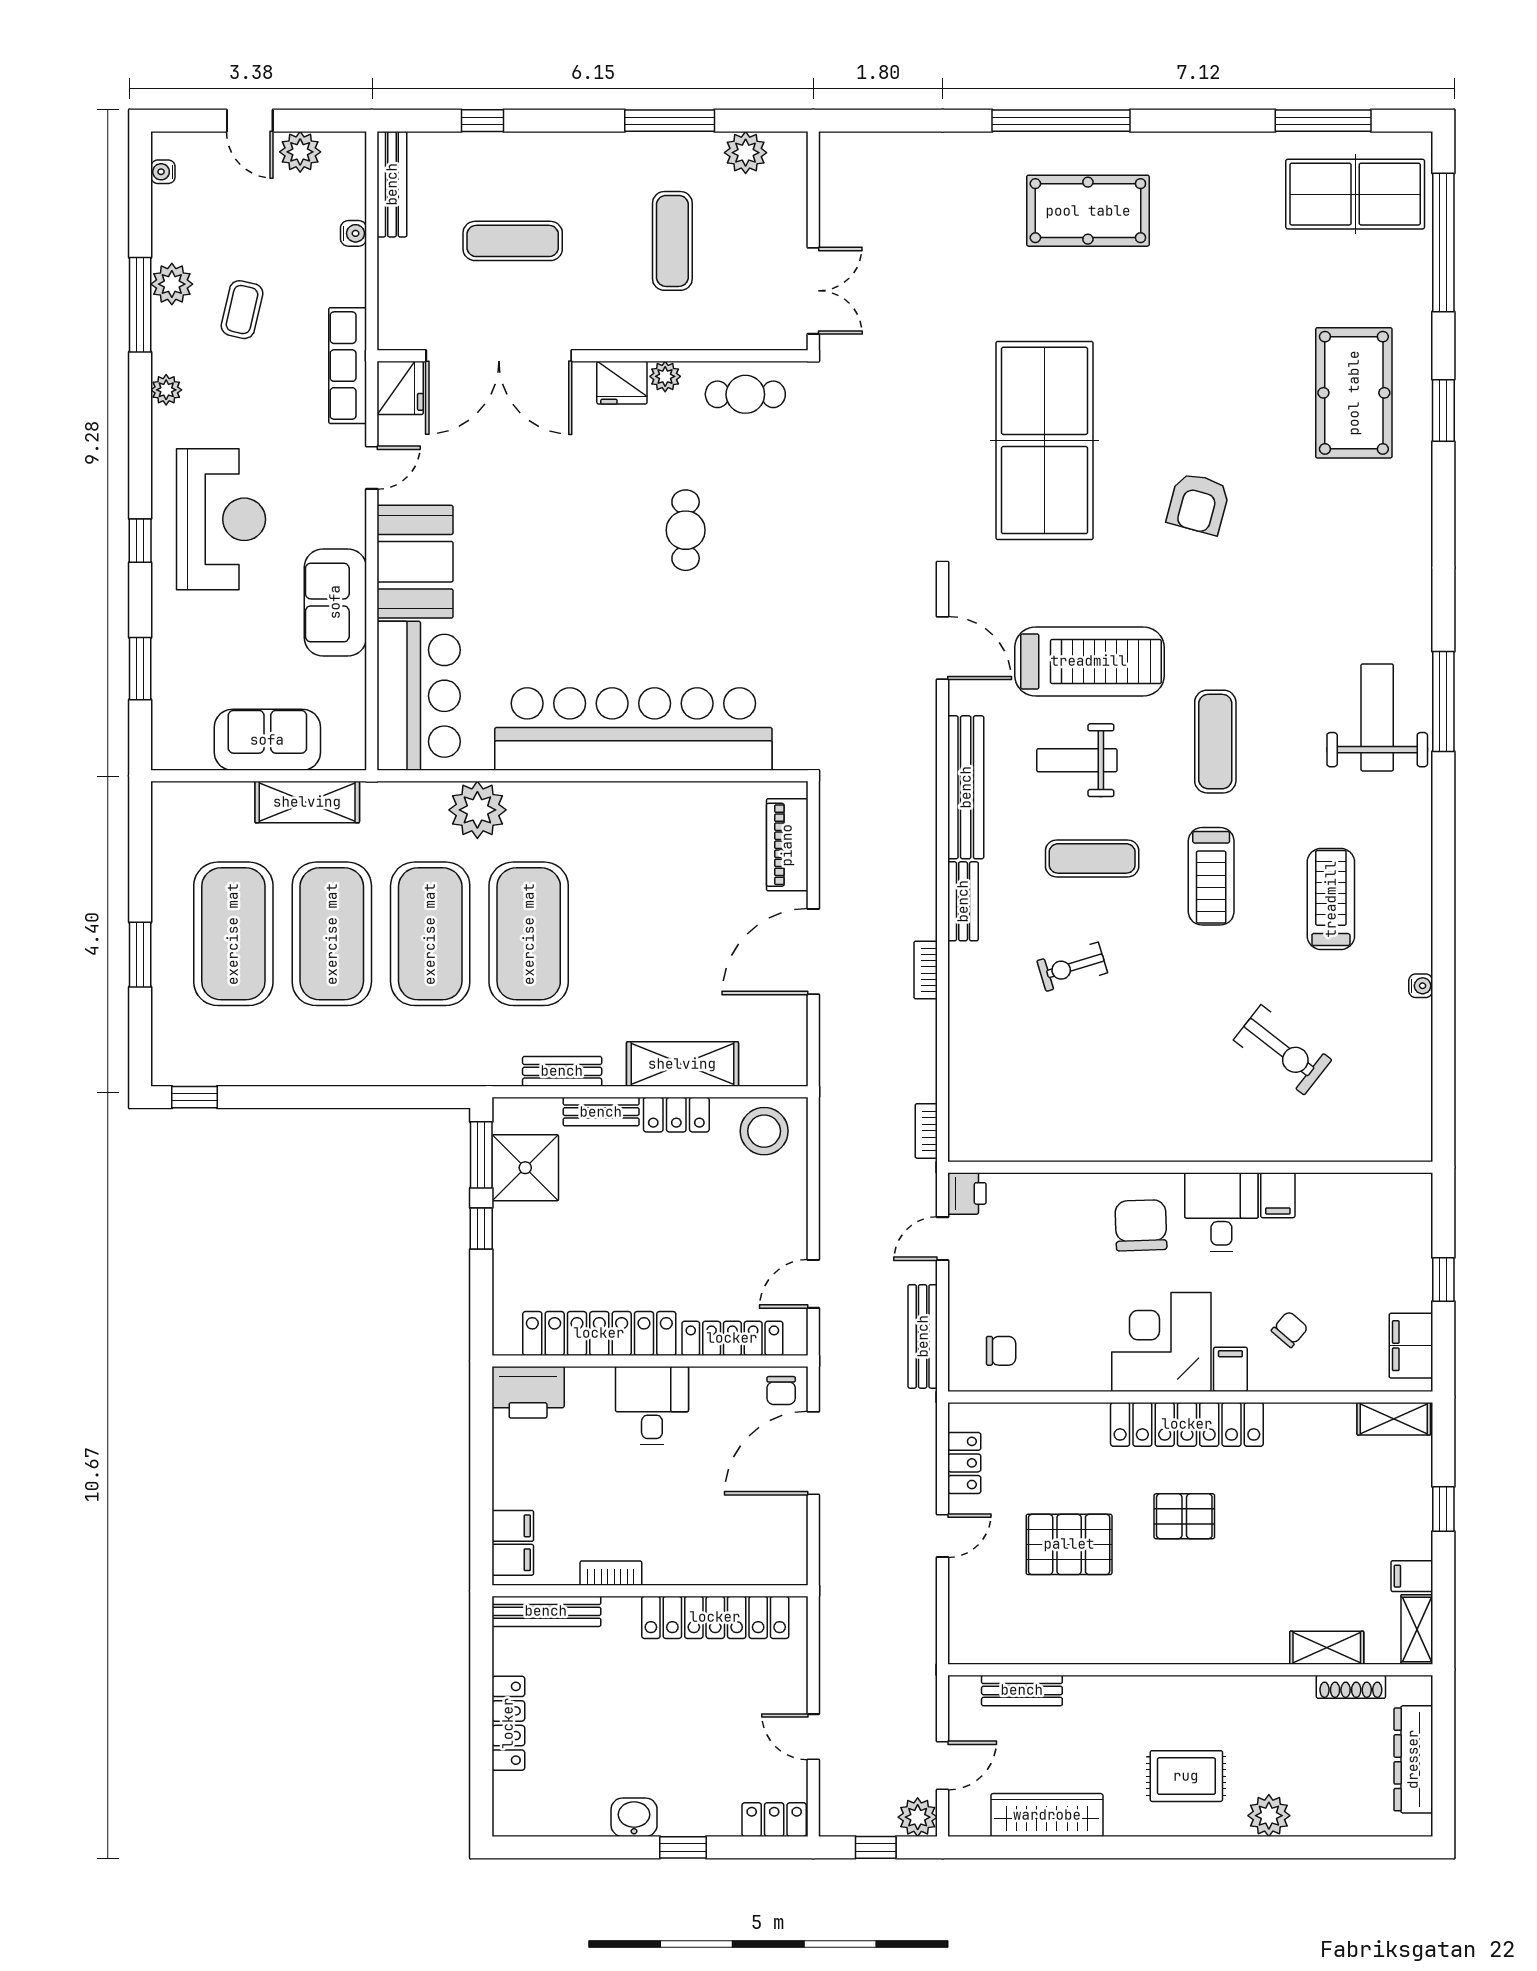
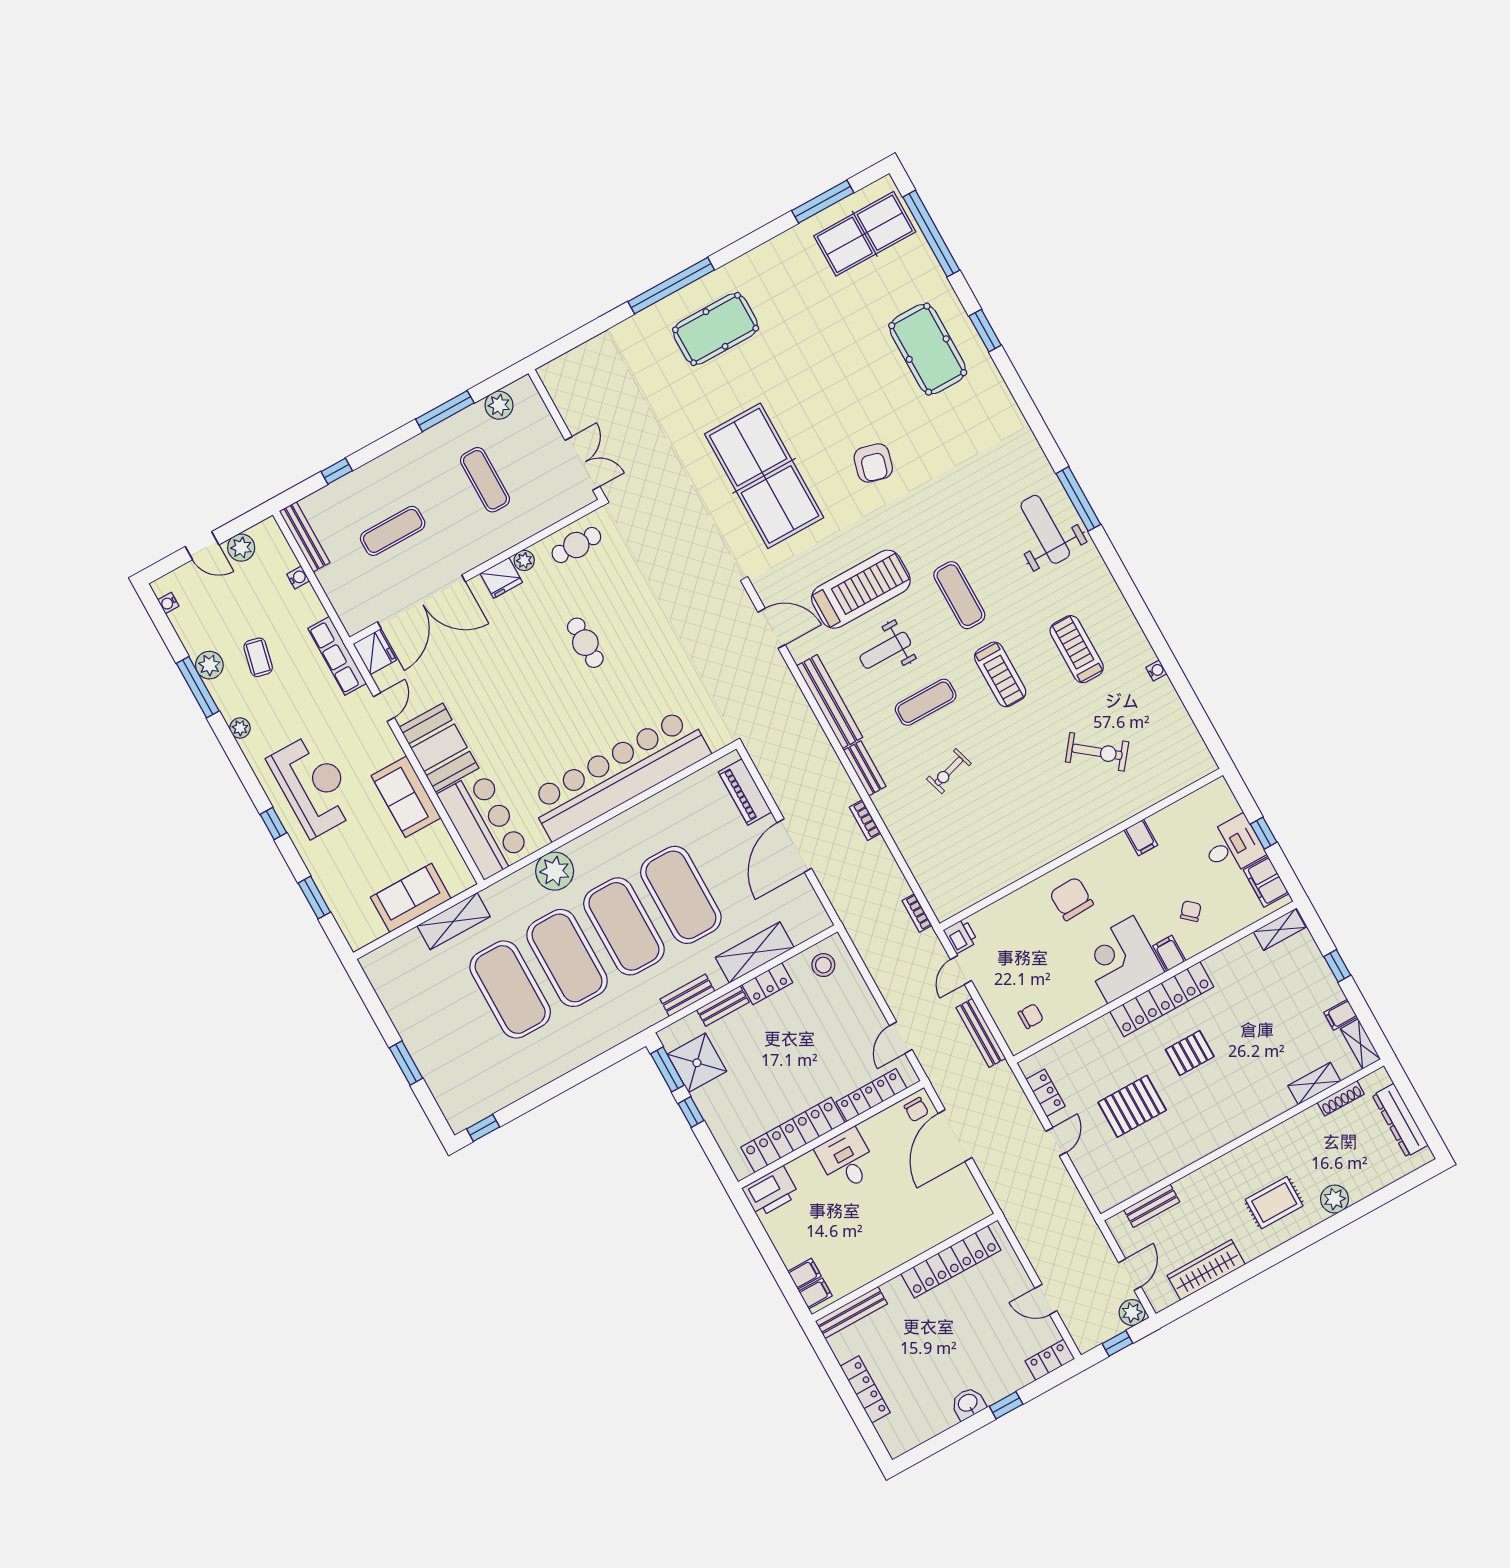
exercise mat: (233, 934) -> (681, 895), moved
stool: (764, 1131) -> (823, 965), width x0.73, depth x0.73
desk: (1221, 1212) -> (1233, 846), moved, turned 90
bookcase: (611, 1573) -> (876, 1270), removed

